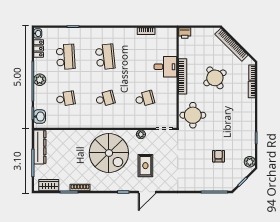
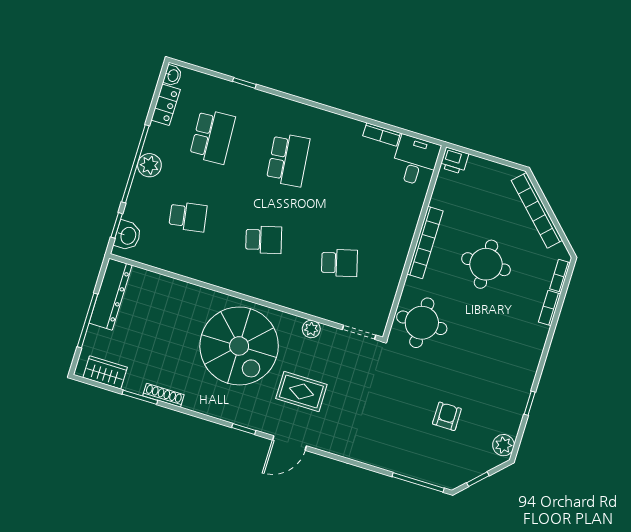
desk: (165, 67) -> (415, 161), moved, turned -90
round table: (215, 78) -> (486, 264), turned 32
rug: (145, 166) -> (301, 391), turned 90

